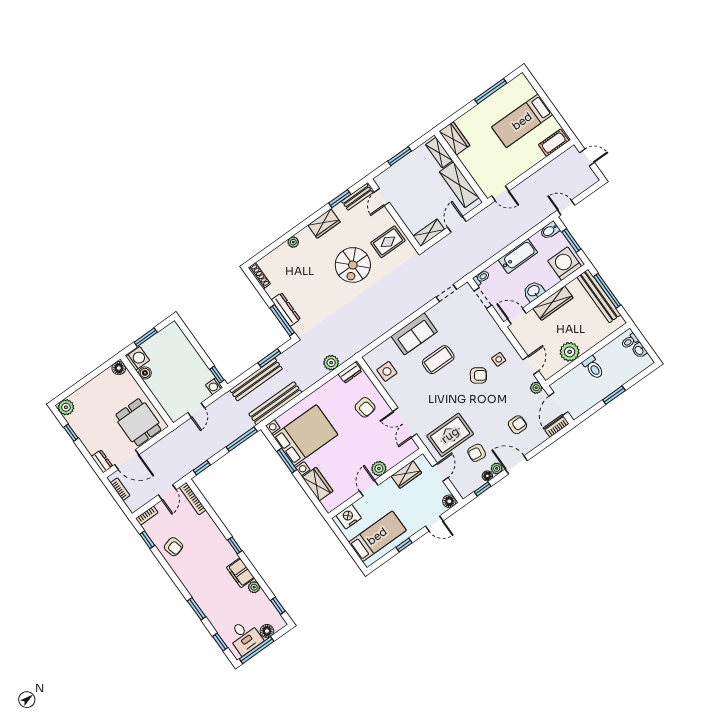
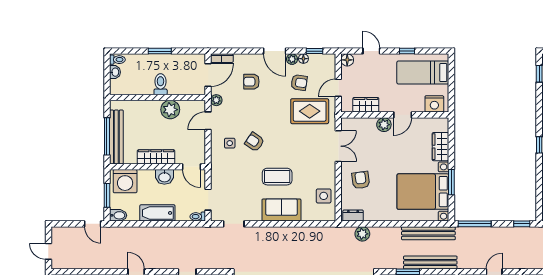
toilet: (630, 341) -> (117, 60), moved

